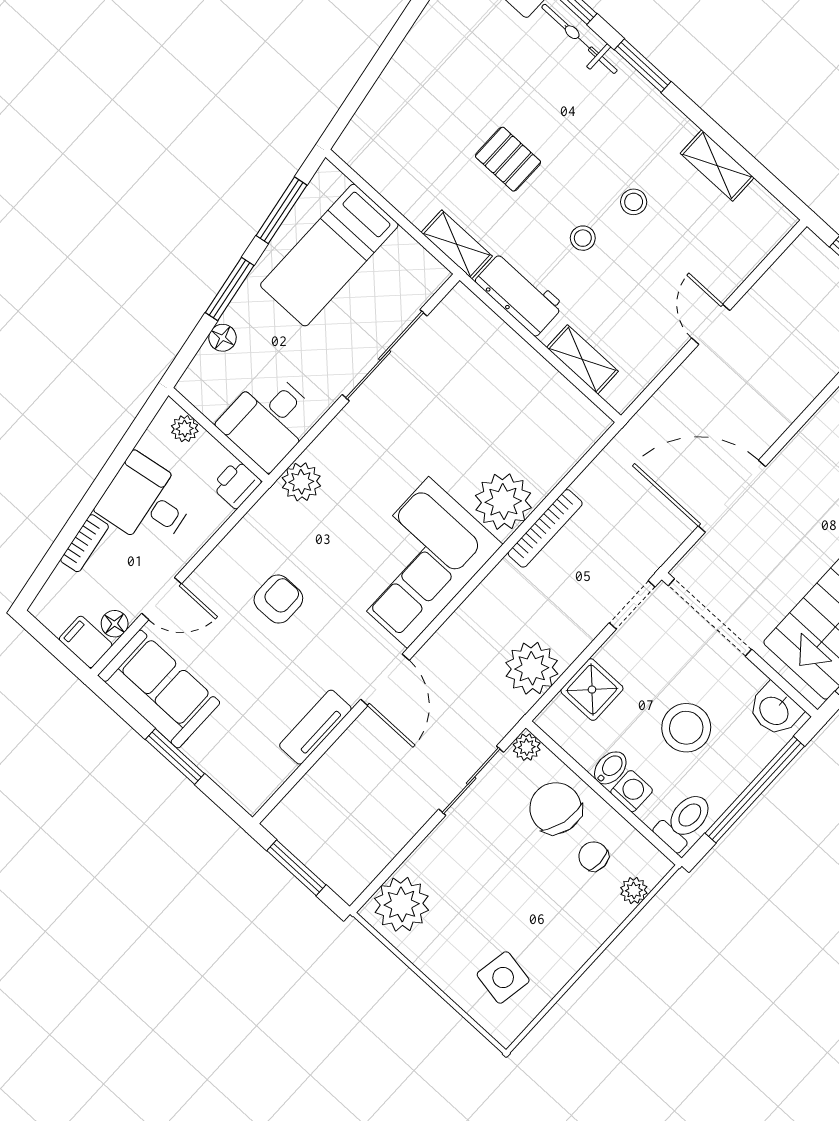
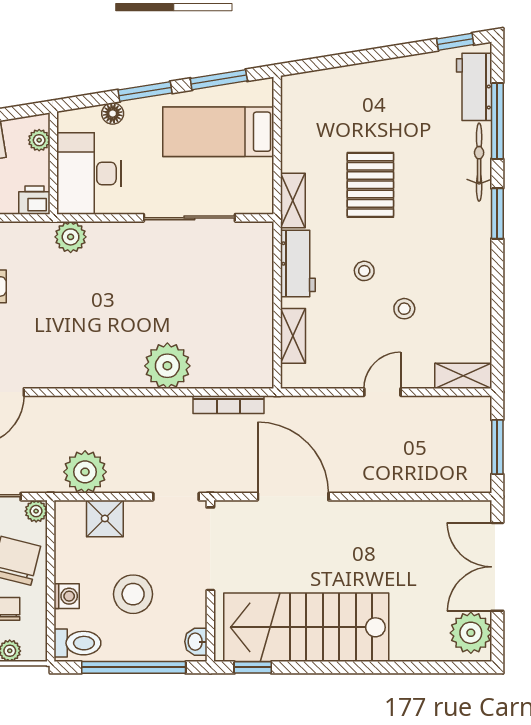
pallet: (508, 159) -> (370, 185), width x1.50, depth x1.42
shelving: (717, 166) -> (463, 376), moved, turned 90
stool: (634, 202) -> (404, 309), moved
desk: (268, 420) -> (89, 173), width x1.37
bookcase: (545, 528) -> (228, 405), moved
corner sofa: (418, 562) -> (86, 348), removed
washbasin: (775, 710) -> (196, 642), width x0.72, depth x0.69
bidet: (610, 768) -> (69, 571), removed

